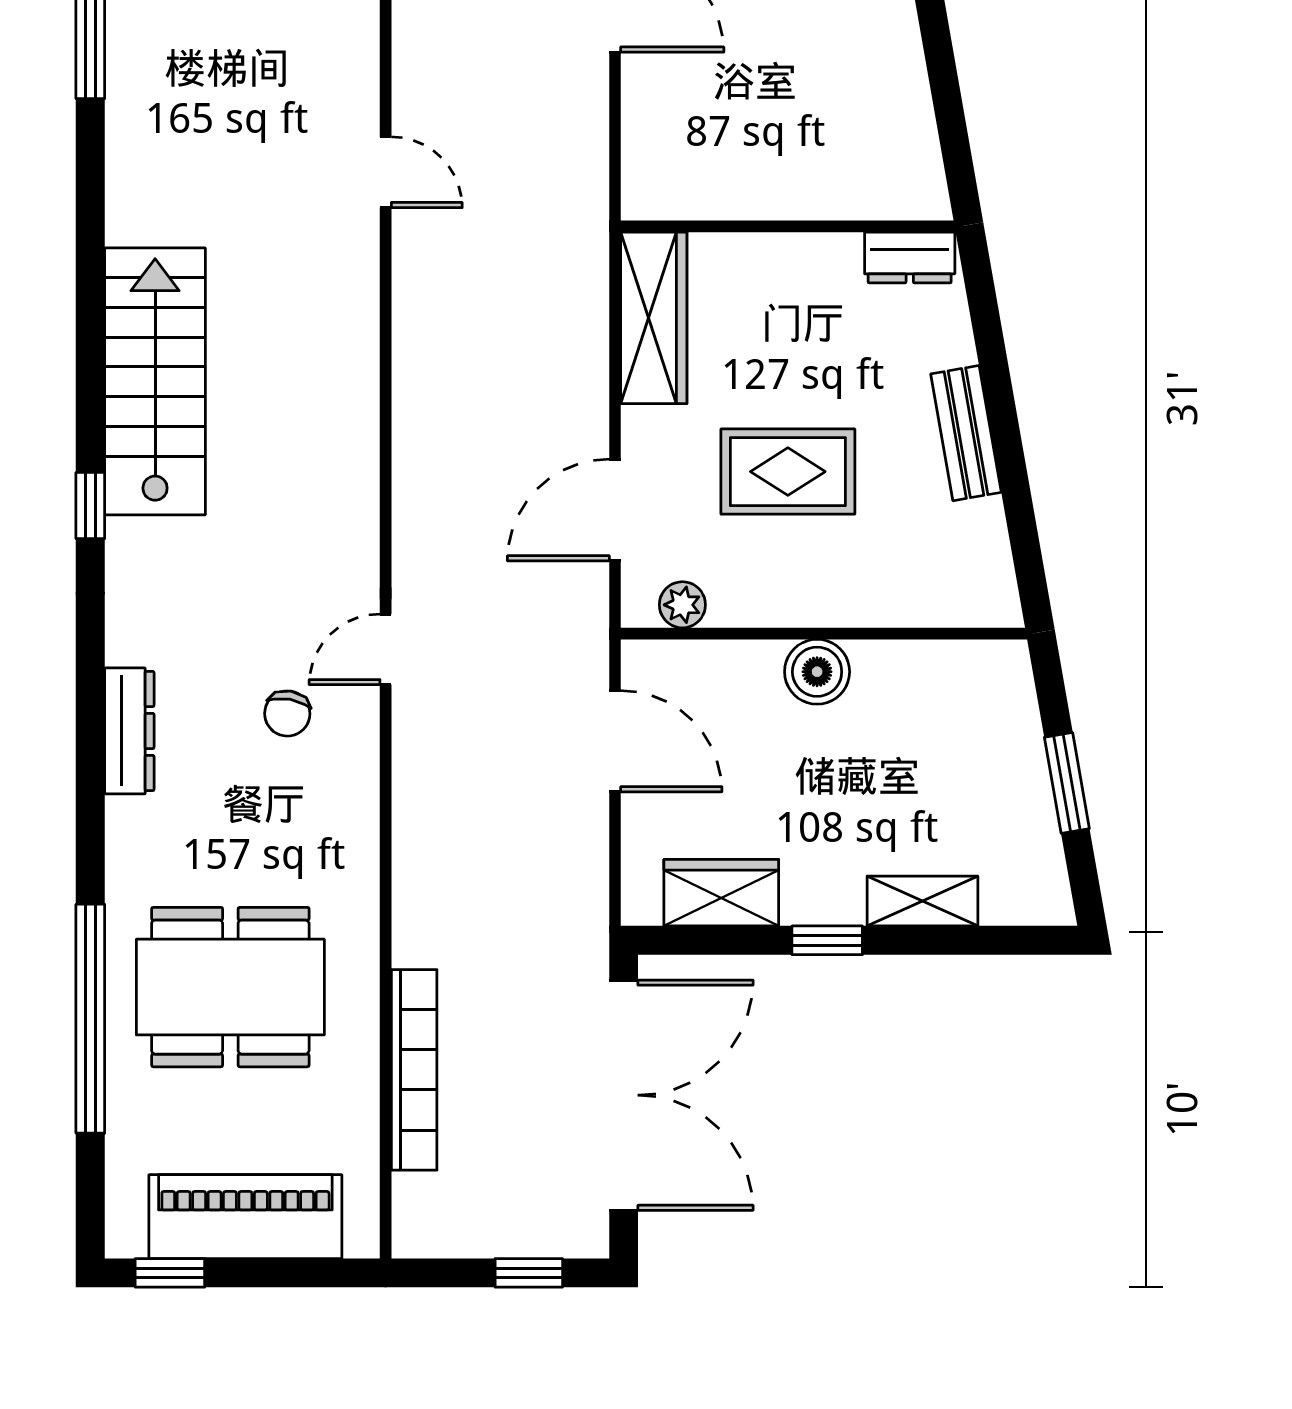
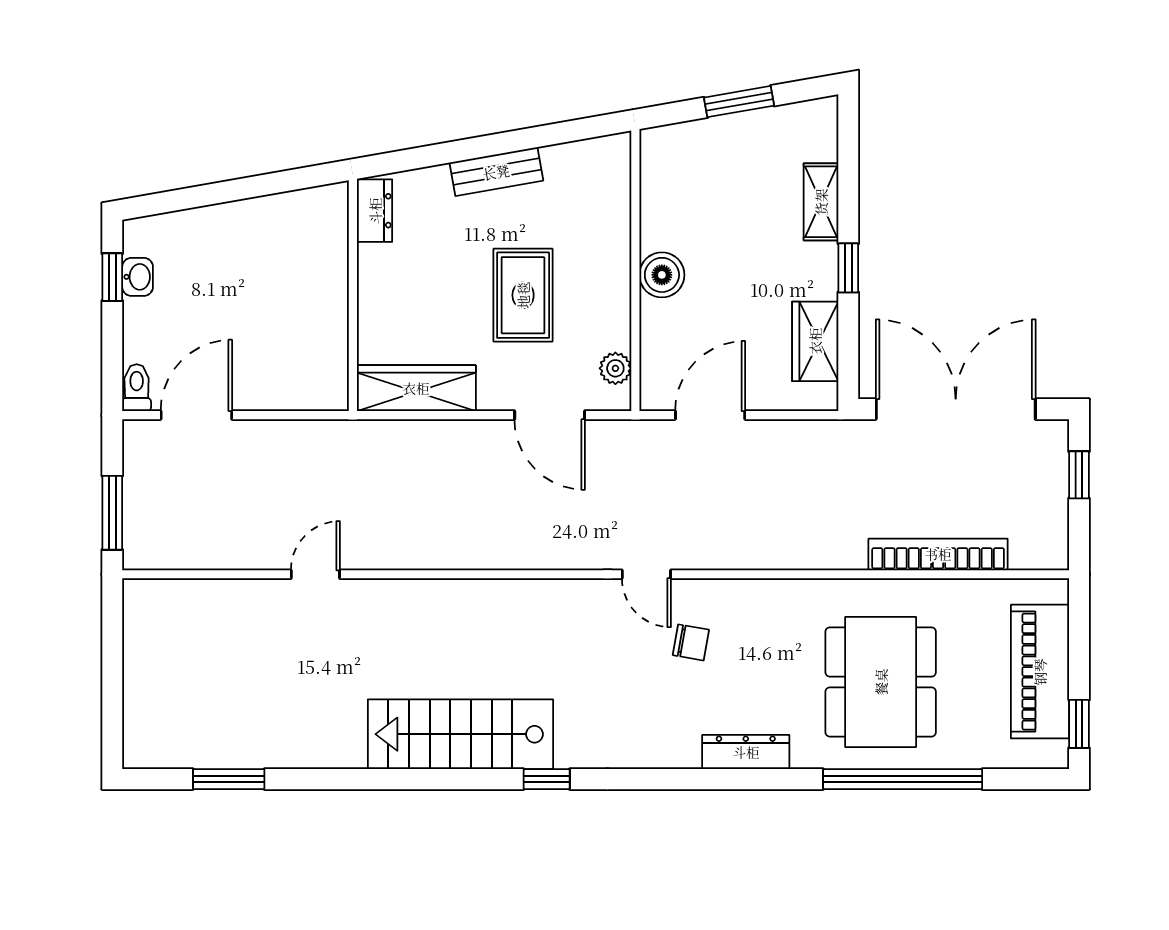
dresser: (129, 731) -> (746, 752), moved

